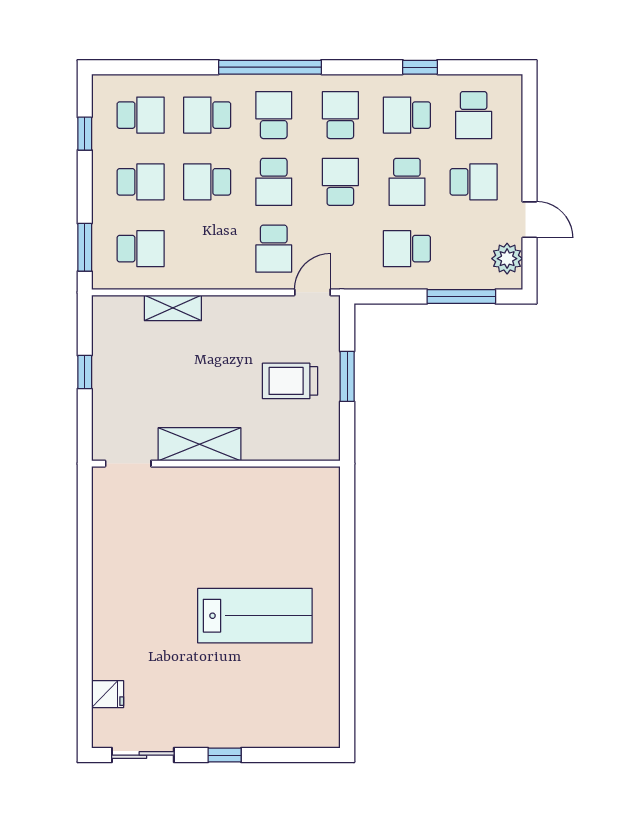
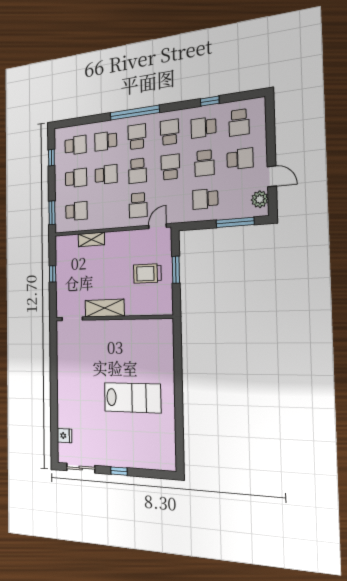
school desk: (207, 182) -> (106, 175), turned 180

